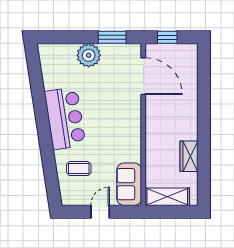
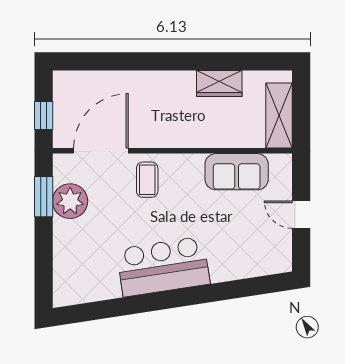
plant: (89, 55) -> (70, 201), moved
coffee table: (79, 169) -> (147, 180), moved
sofa: (129, 184) -> (237, 172), moved

